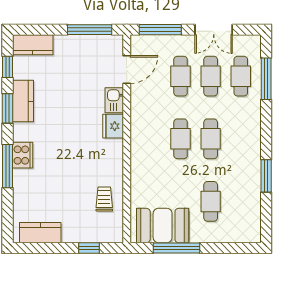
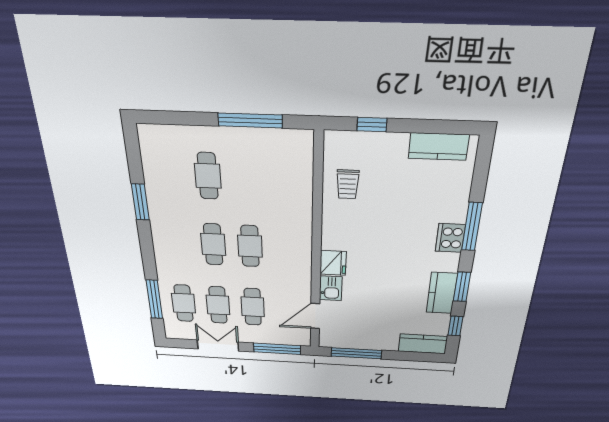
booth: (163, 226) -> (270, 149), removed

